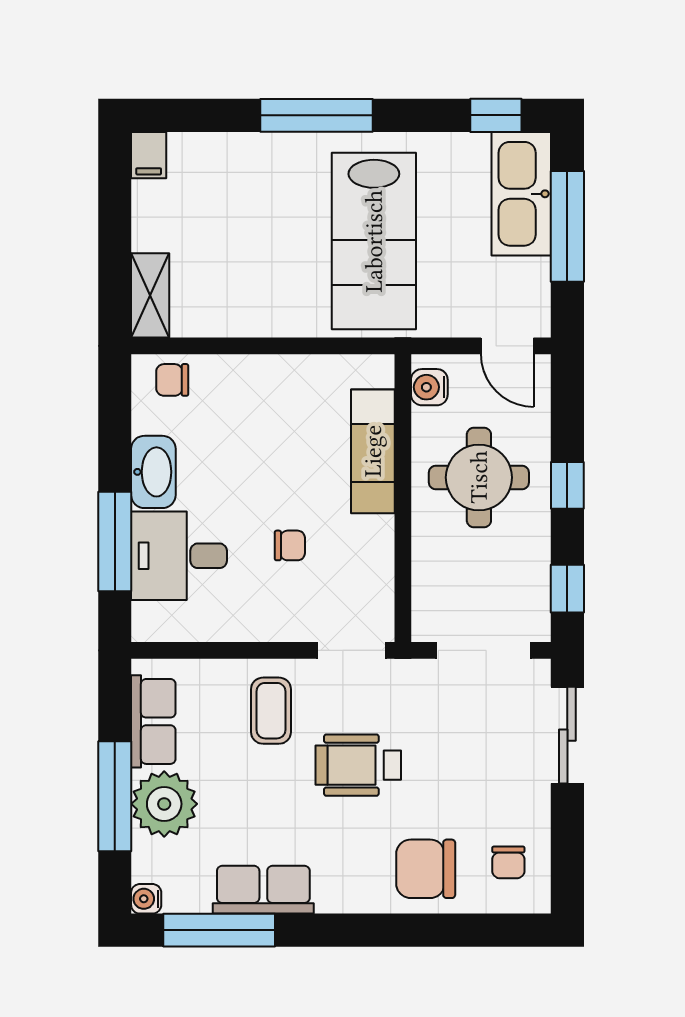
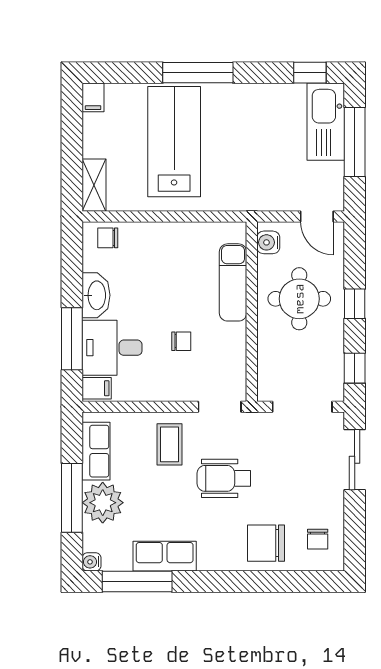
lab bench: (374, 241) -> (174, 142), moved, turned 180
filing cabinet: (154, 621) -> (97, 388), added

